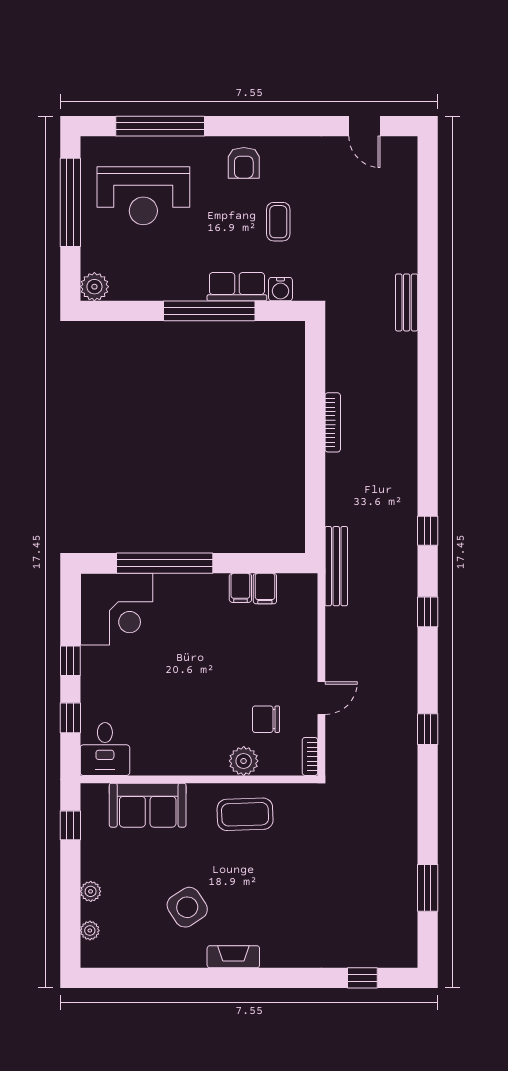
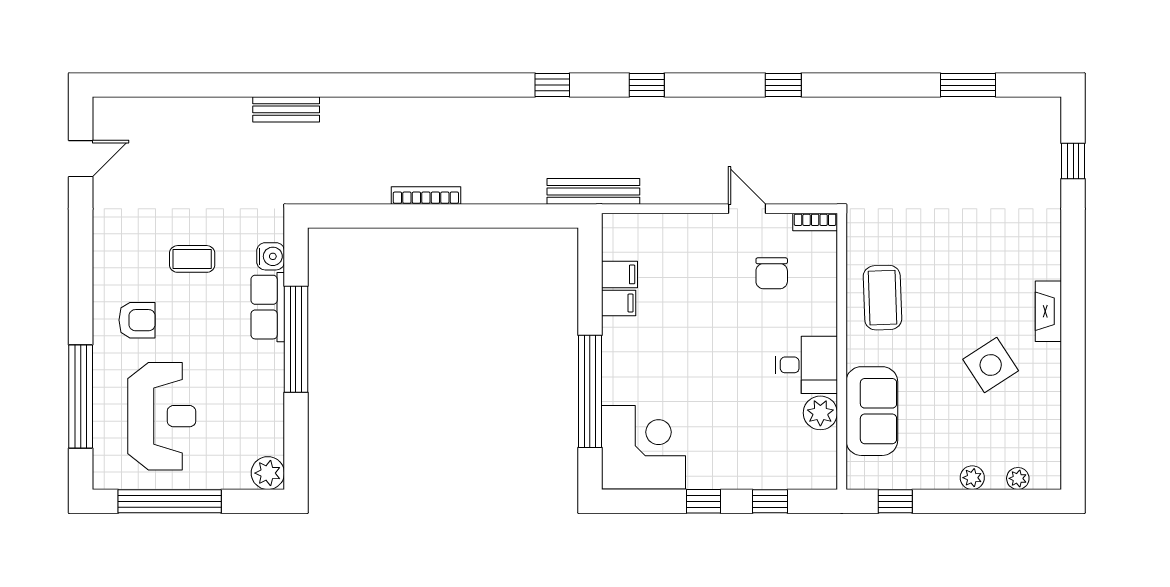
armchair: (244, 163) -> (137, 320), moved
desk: (105, 749) -> (806, 365), moved
plant: (244, 761) -> (820, 413), moved

